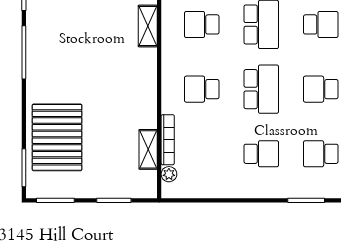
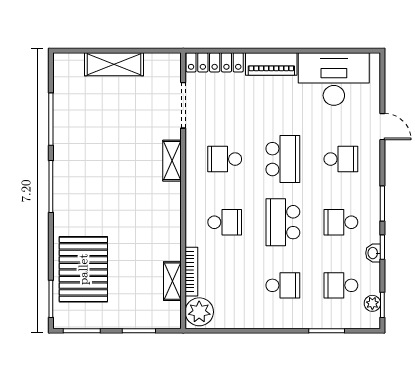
school desk: (202, 89) -> (225, 222), turned 180
school desk: (261, 89) -> (283, 222), turned 180
plant: (169, 174) -> (199, 312), width x1.87, depth x1.87

